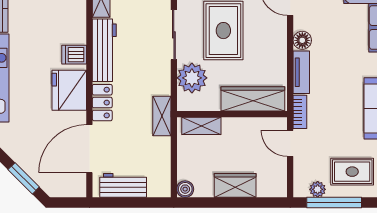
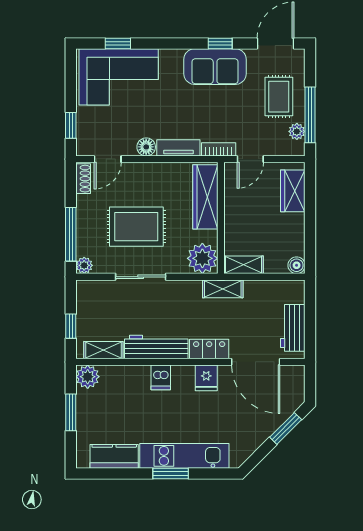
plant: (192, 78) -> (202, 258), moved
fridge: (69, 90) -> (206, 378), width x0.53, depth x0.75
shelving: (201, 126) -> (244, 265), moved, turned 90
wardrobe: (235, 185) -> (293, 191), moved

